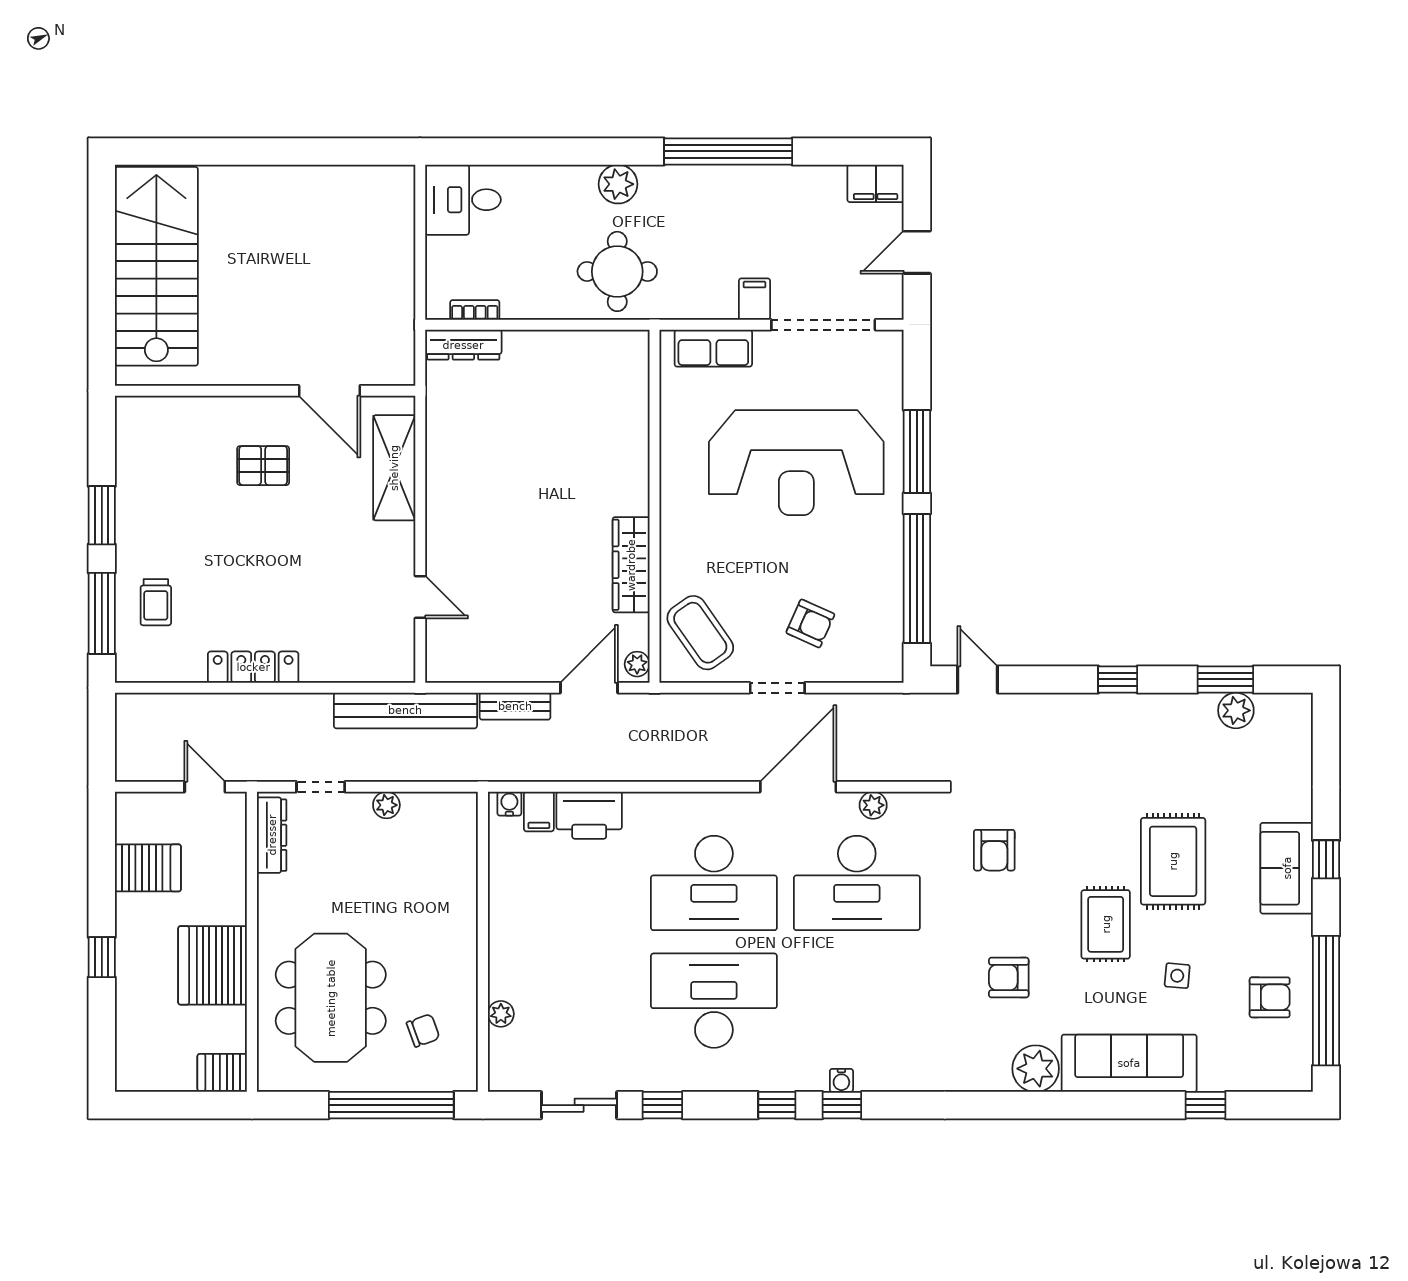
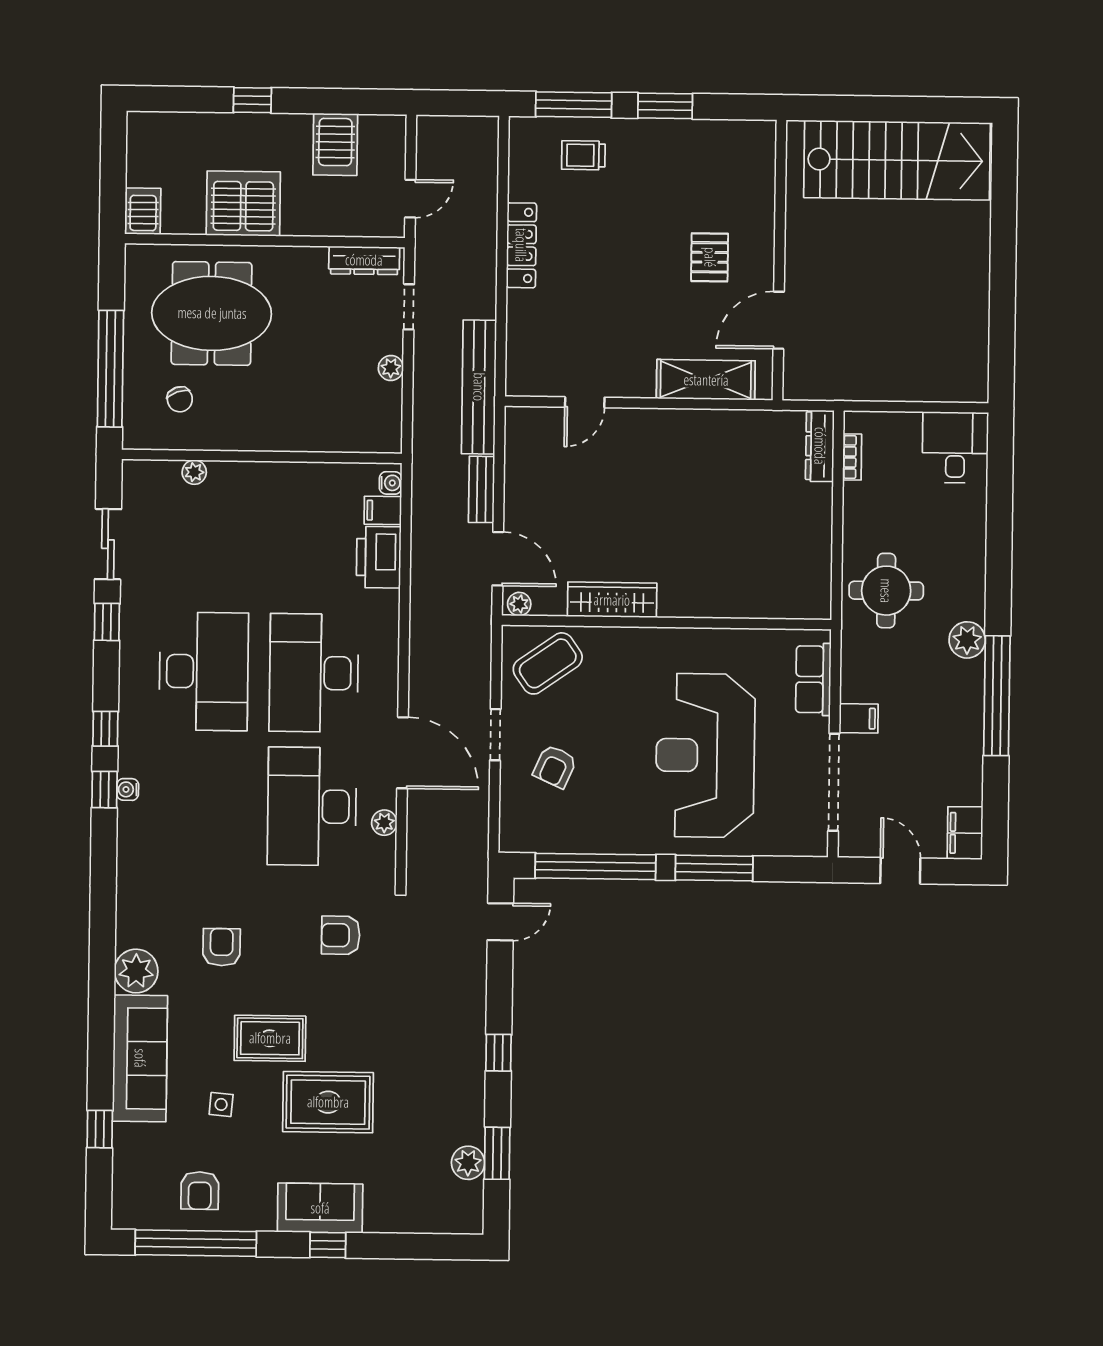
plant: (618, 184) -> (967, 640), moved

